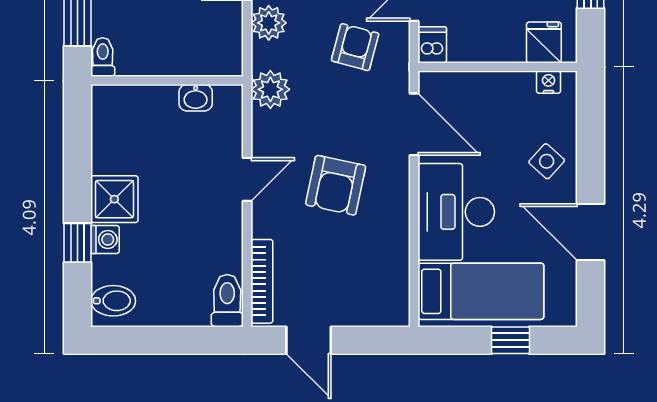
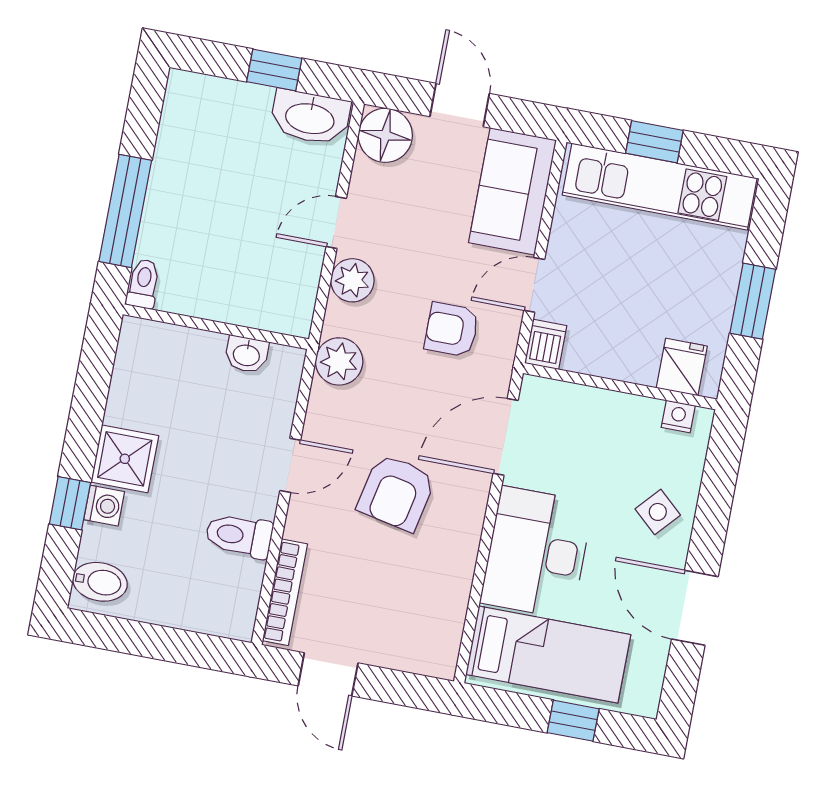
armchair: (355, 47) -> (452, 330), turned -105
door: (414, 124) -> (506, 437), swing flipped
toilet: (227, 301) -> (239, 536), moved, turned -90

